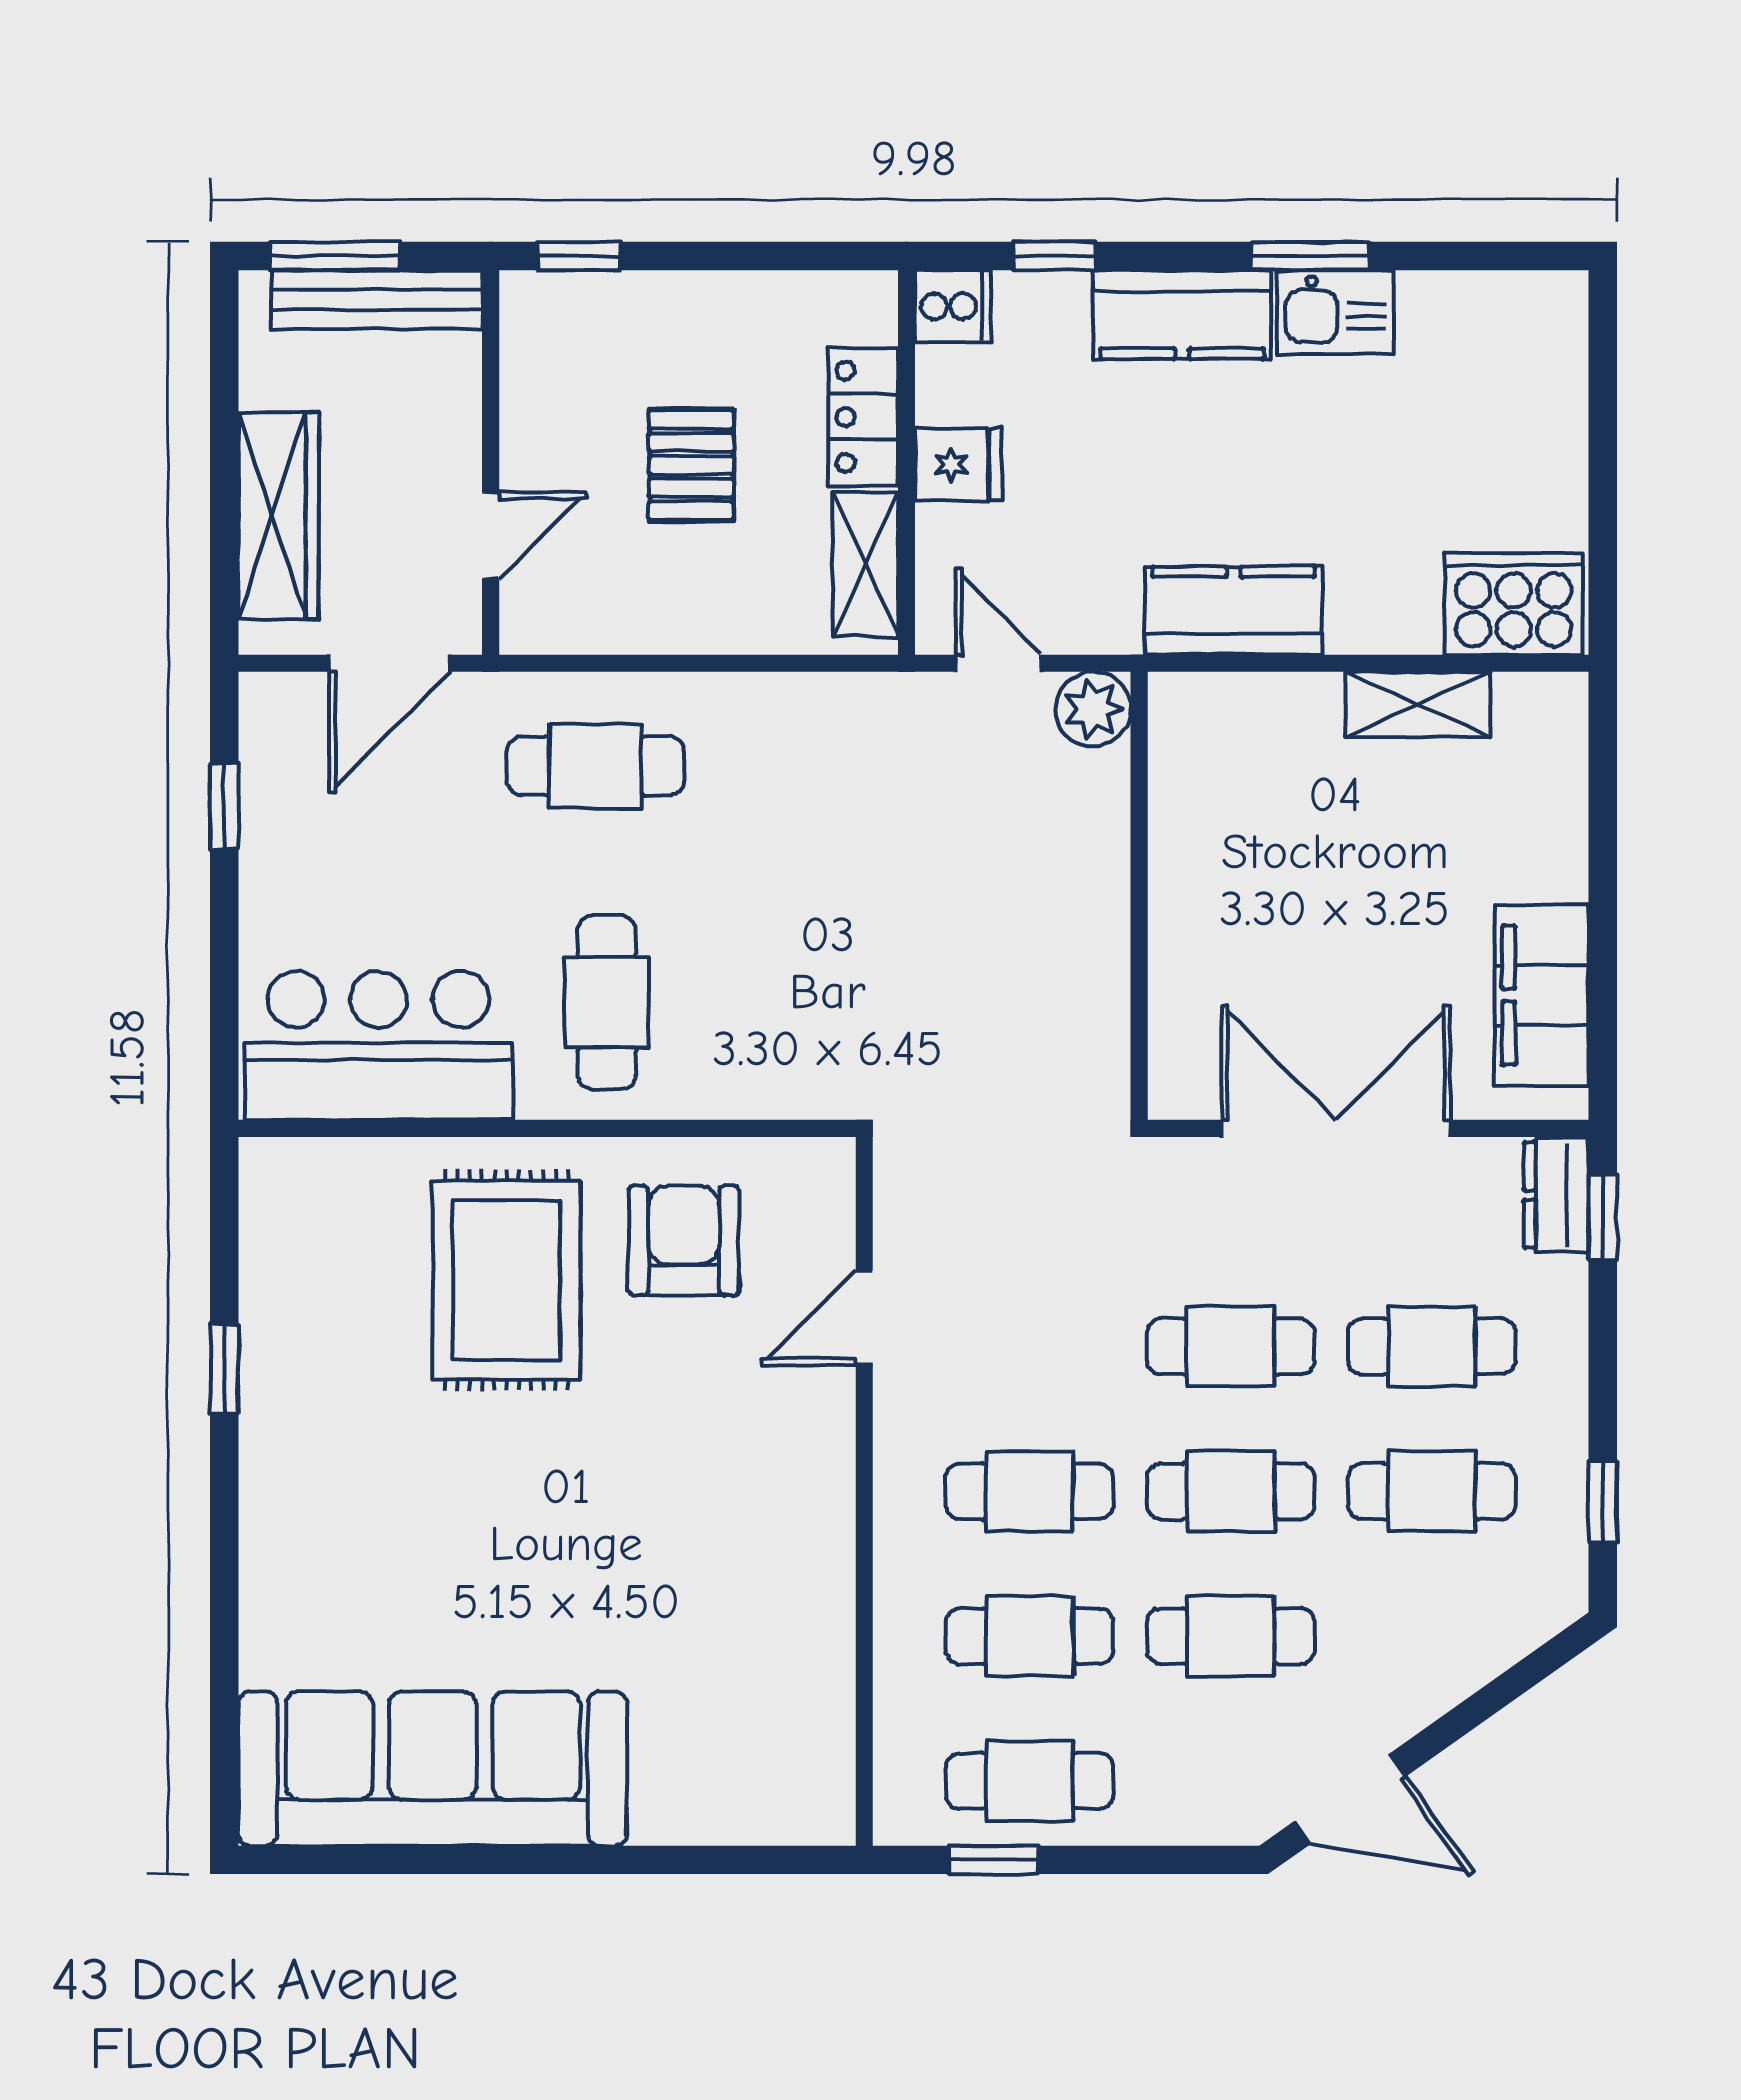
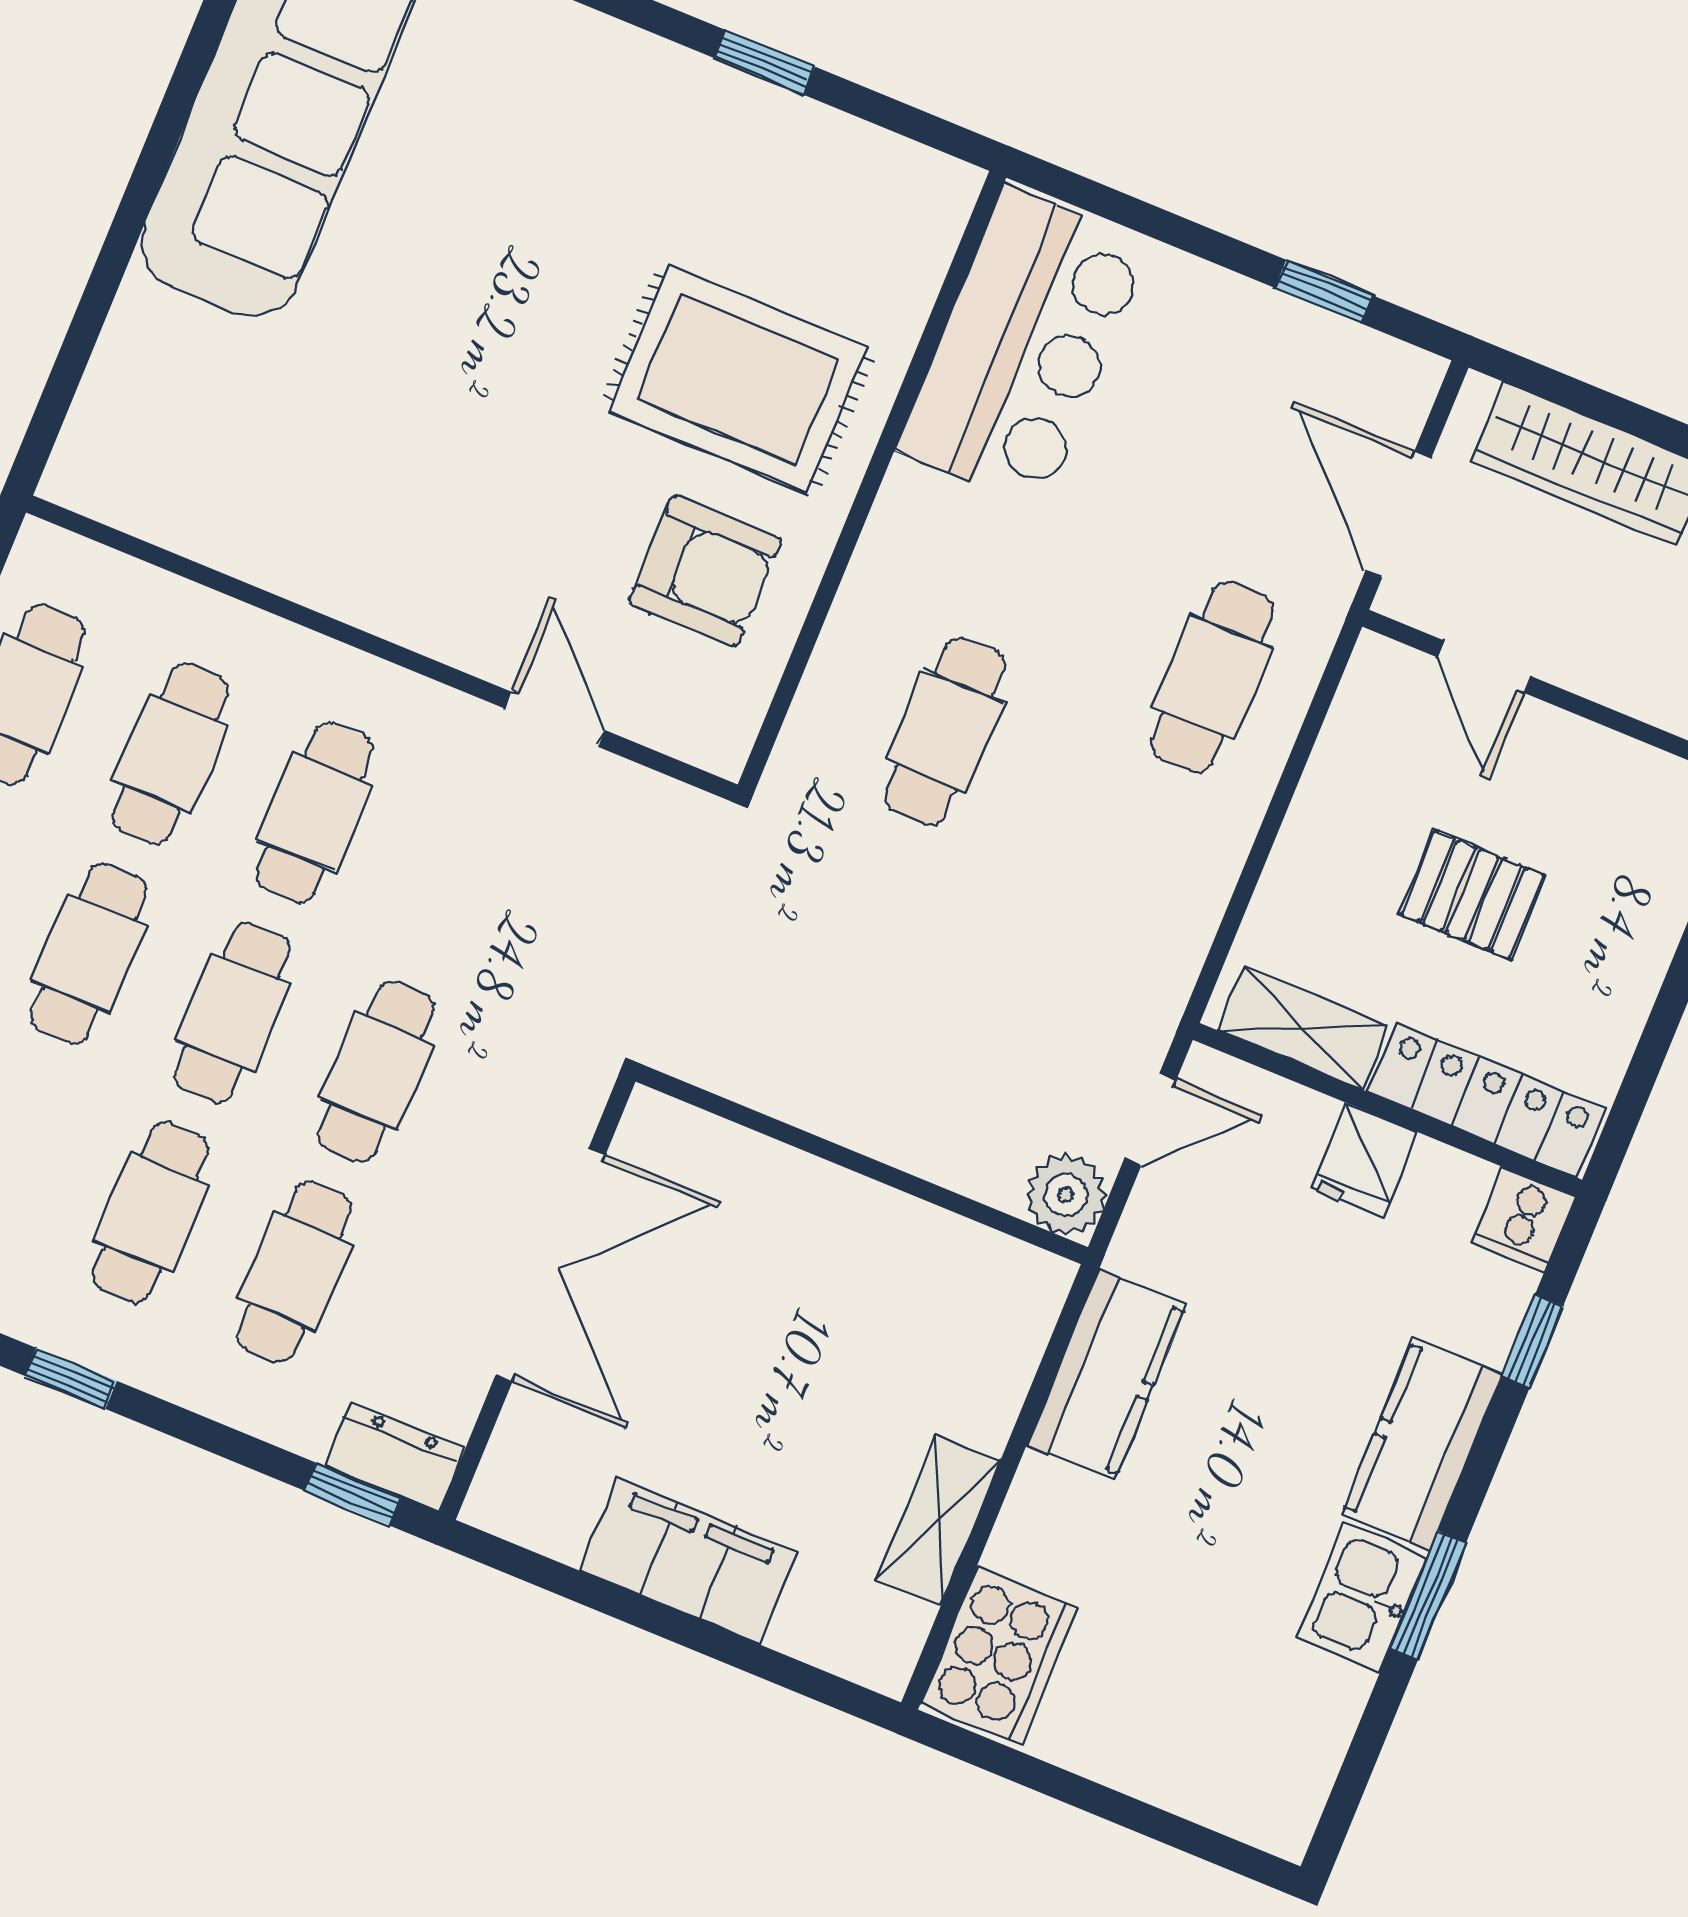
locker: (863, 417) -> (1486, 1100), width x1.53
filing cabinet: (1542, 995) -> (688, 1561), moved
cafe table: (607, 1002) -> (945, 731), moved, turned 90

